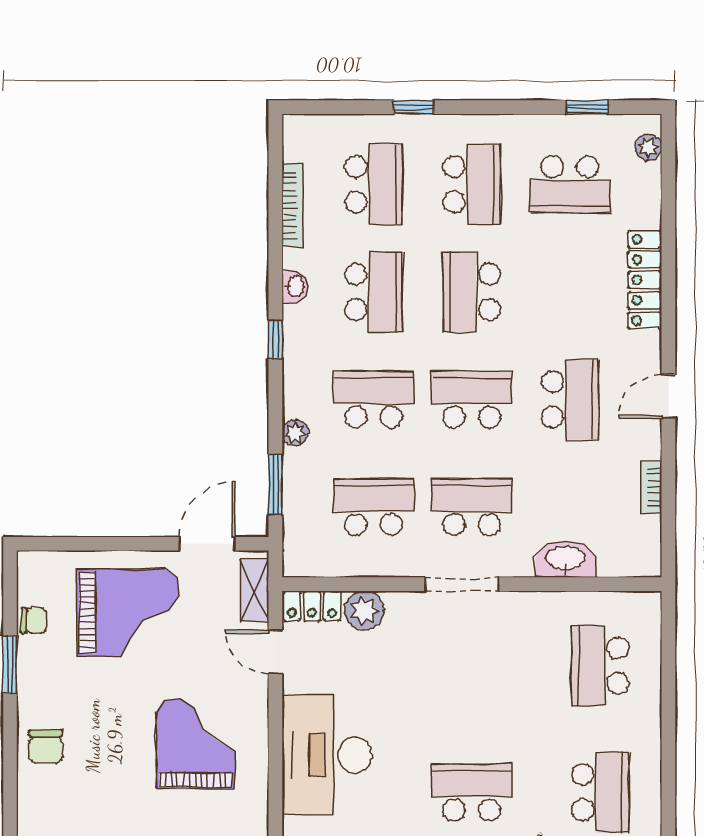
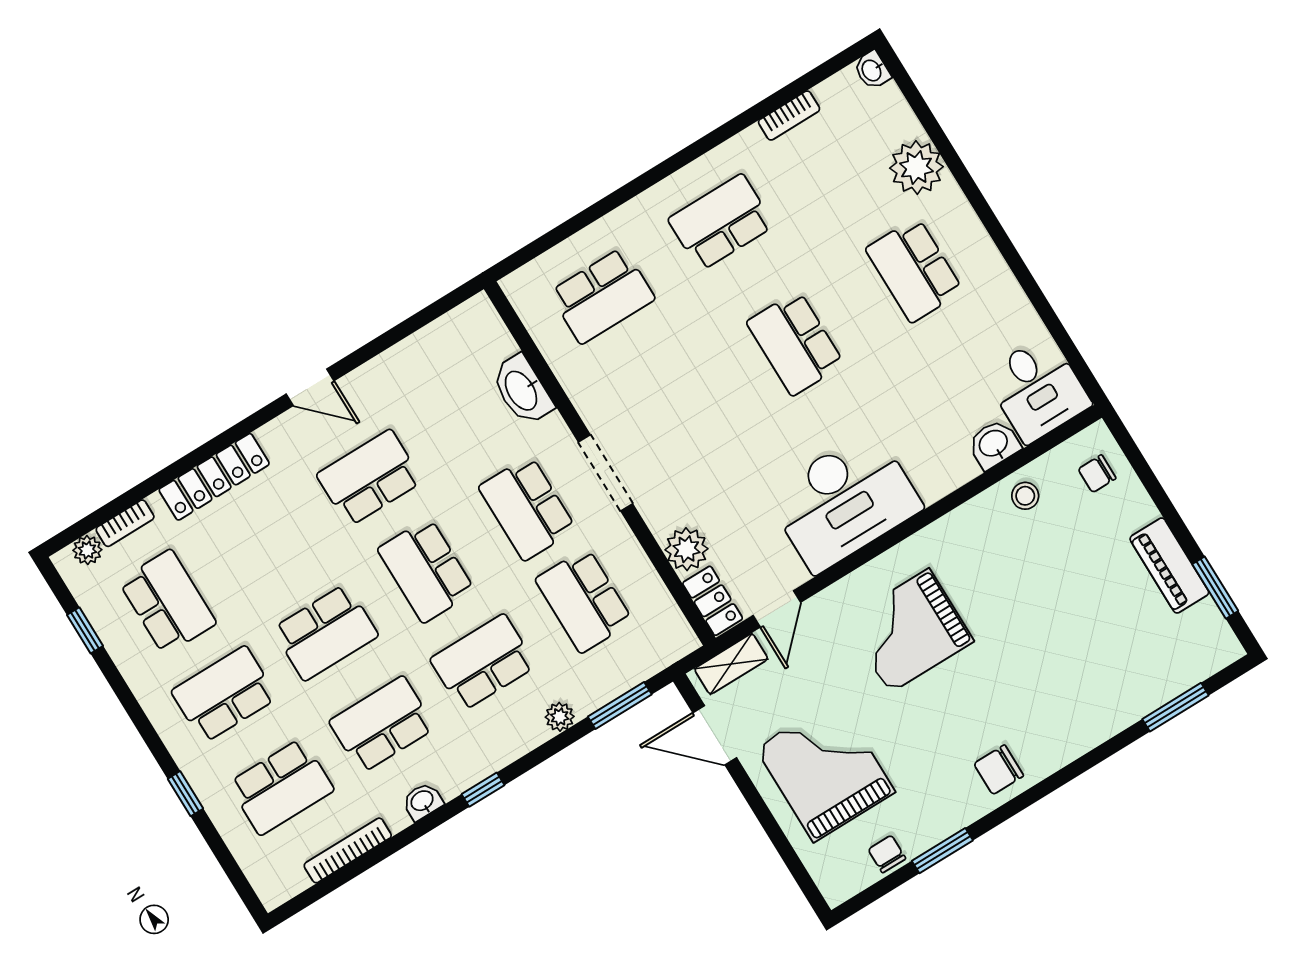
school desk: (374, 184) -> (281, 787), turned 180
school desk: (374, 399) -> (483, 662), turned 90
bookcase: (651, 487) -> (125, 523), moved
chair: (46, 747) -> (999, 770), turned 180

